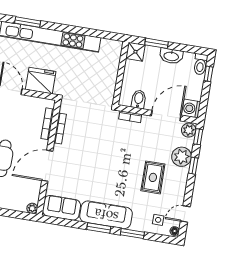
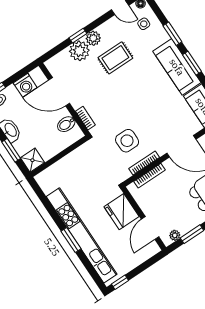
window: (28, 22) -> (71, 240), moved
washing machine: (191, 109) -> (25, 85), moved
plant: (189, 130) -> (93, 38), moved
side table: (87, 131) -> (127, 141), added
window: (198, 137) -> (52, 53), removed

